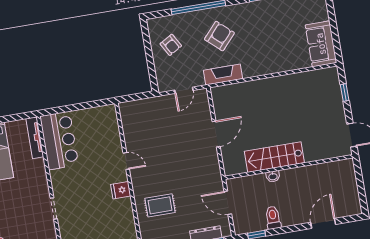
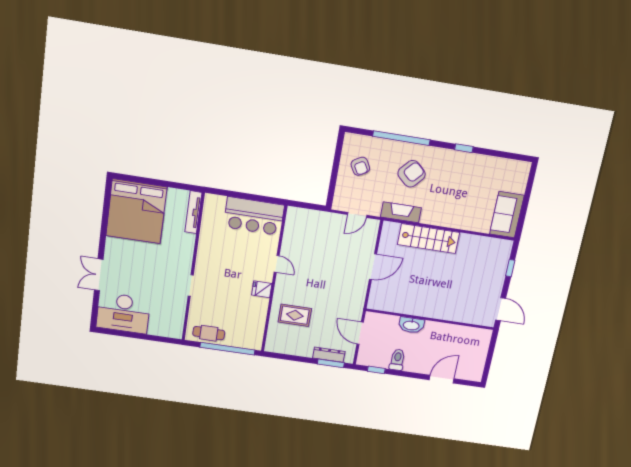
bar counter: (59, 141) -> (254, 216), moved, turned 90
stairs: (274, 157) -> (429, 239), moved, turned 180
washbasin: (273, 176) -> (411, 325), width x1.91, depth x1.45

